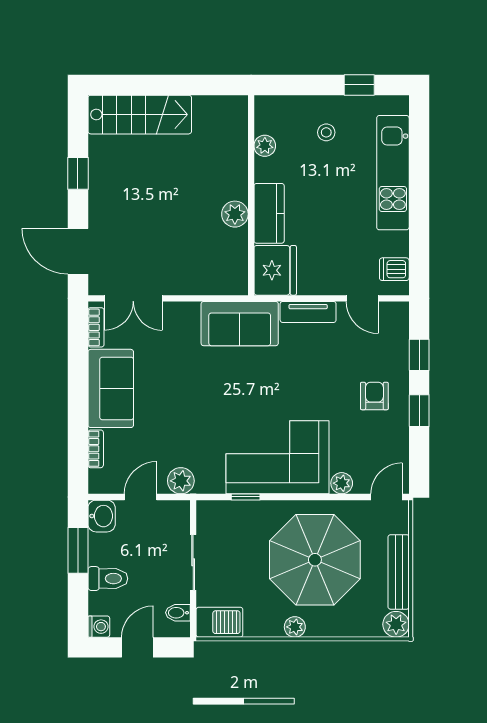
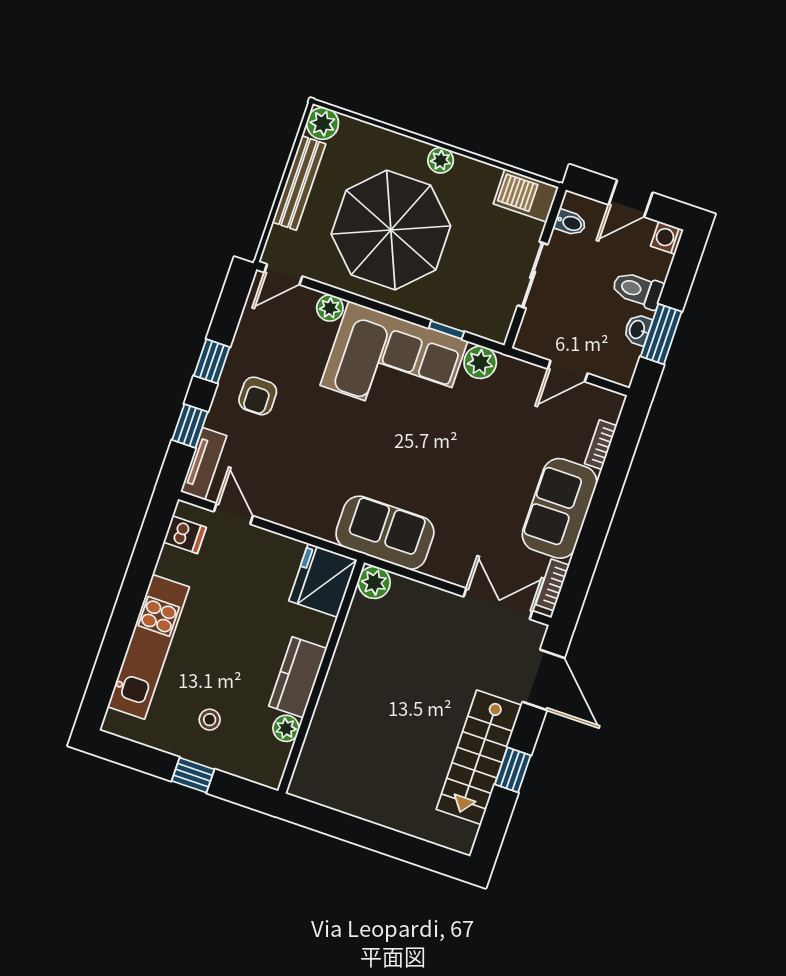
window: (359, 85) -> (193, 775), moved
stairs: (140, 115) -> (479, 757), moved, turned -90
kitchen counter: (269, 213) -> (298, 677), moved
plant: (235, 214) -> (374, 582), moved
tv unit: (308, 312) -> (204, 464), moved, turned 90
plant: (181, 481) -> (480, 362), moved
washbasin: (102, 516) -> (638, 330), moved, width x0.72, depth x0.69

